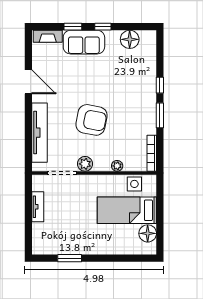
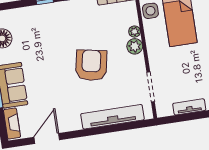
door: (28, 82) -> (47, 138), moved
plant: (85, 164) -> (135, 46), moved

